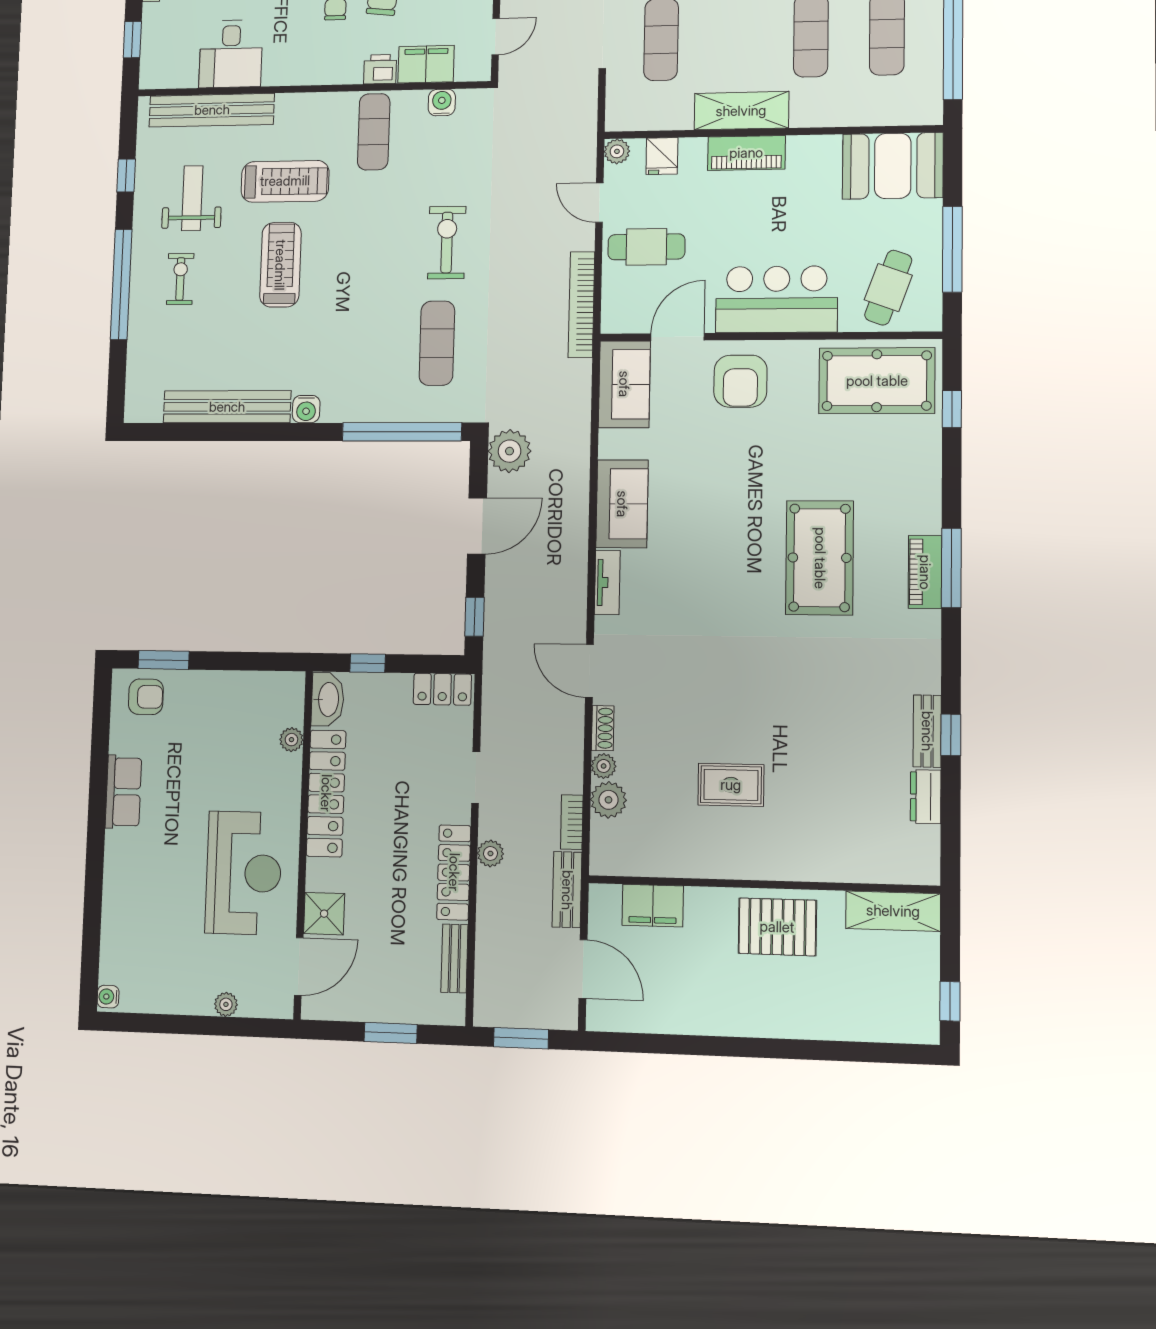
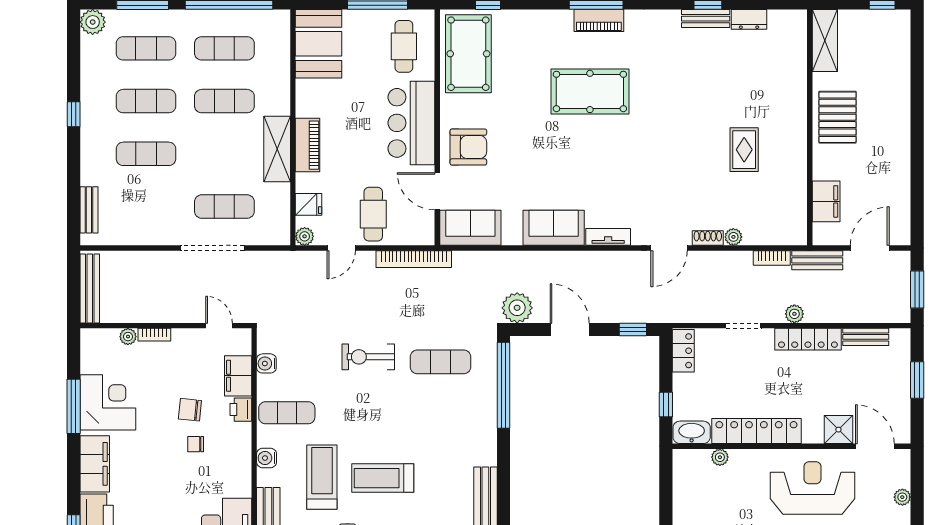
cafe table: (888, 288) -> (404, 46), turned 70
water cooler: (306, 409) -> (267, 458), moved, turned 180
plant: (608, 800) -> (756, 233), removed

